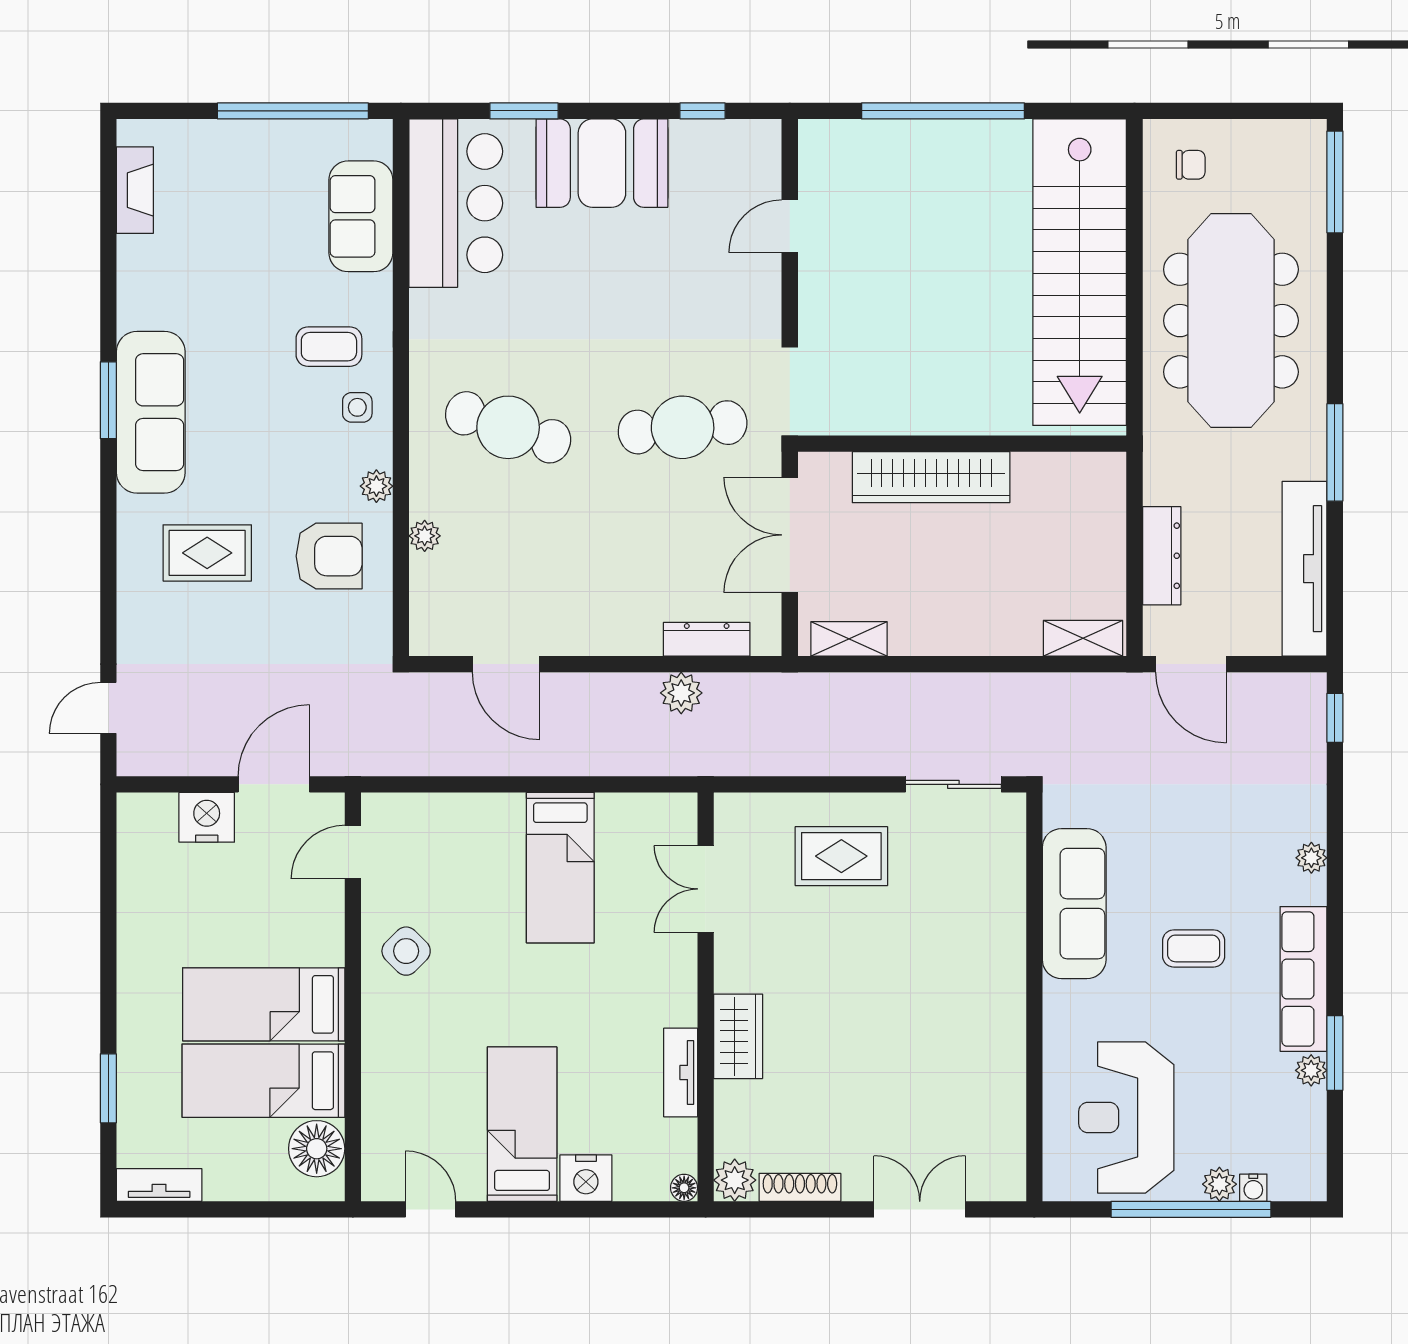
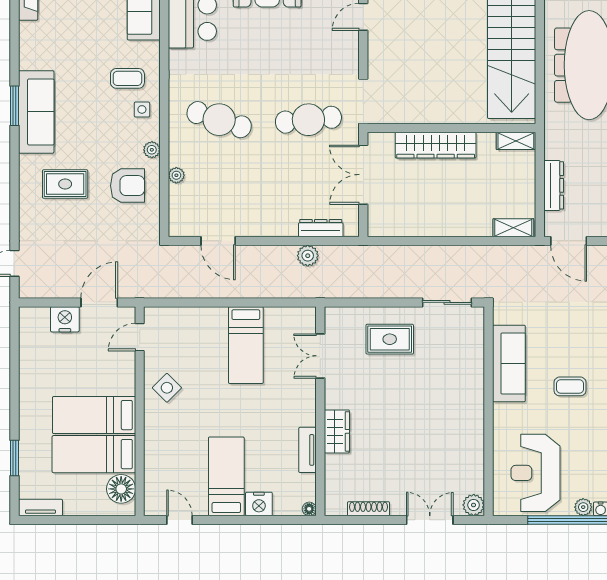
shelving: (849, 639) -> (516, 141), moved
plant: (735, 1180) -> (474, 505), moved

